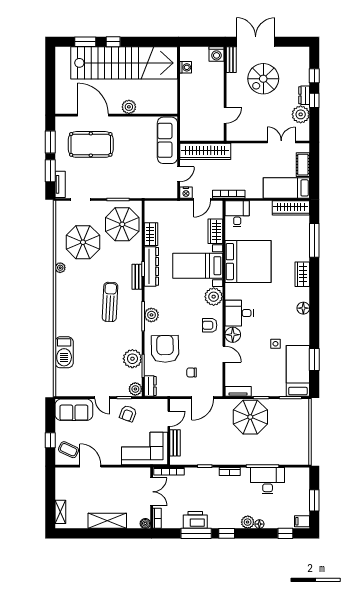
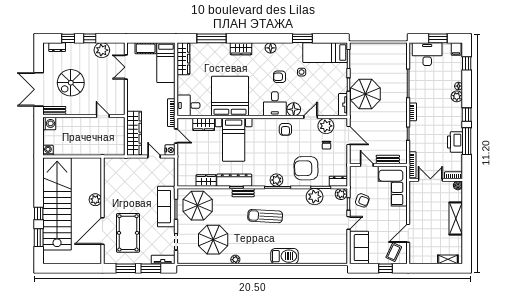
washing machine: (186, 67) -> (48, 150), moved
spiral stairs: (263, 79) -> (71, 83), turned 90
dresser: (304, 95) -> (57, 47), moved
sofa: (167, 140) -> (166, 207), moved, turned 90
plant: (214, 297) -> (326, 126), moved
armchair: (270, 318) -> (279, 77), added
barbecue: (64, 352) -> (284, 256), moved
window: (314, 360) -> (302, 38), moved
desk: (268, 481) -> (427, 54), moved, turned 90

